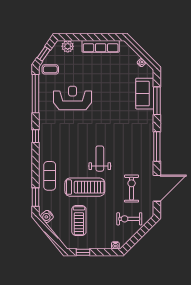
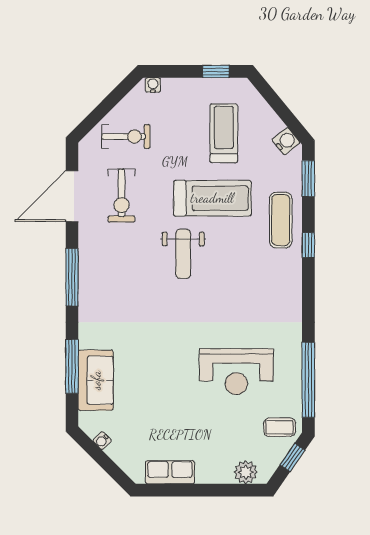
row of seats: (101, 46) -> (170, 472), width x0.68
window: (35, 136) -> (308, 245), moved
treadmill: (85, 187) -> (212, 198), turned 180

